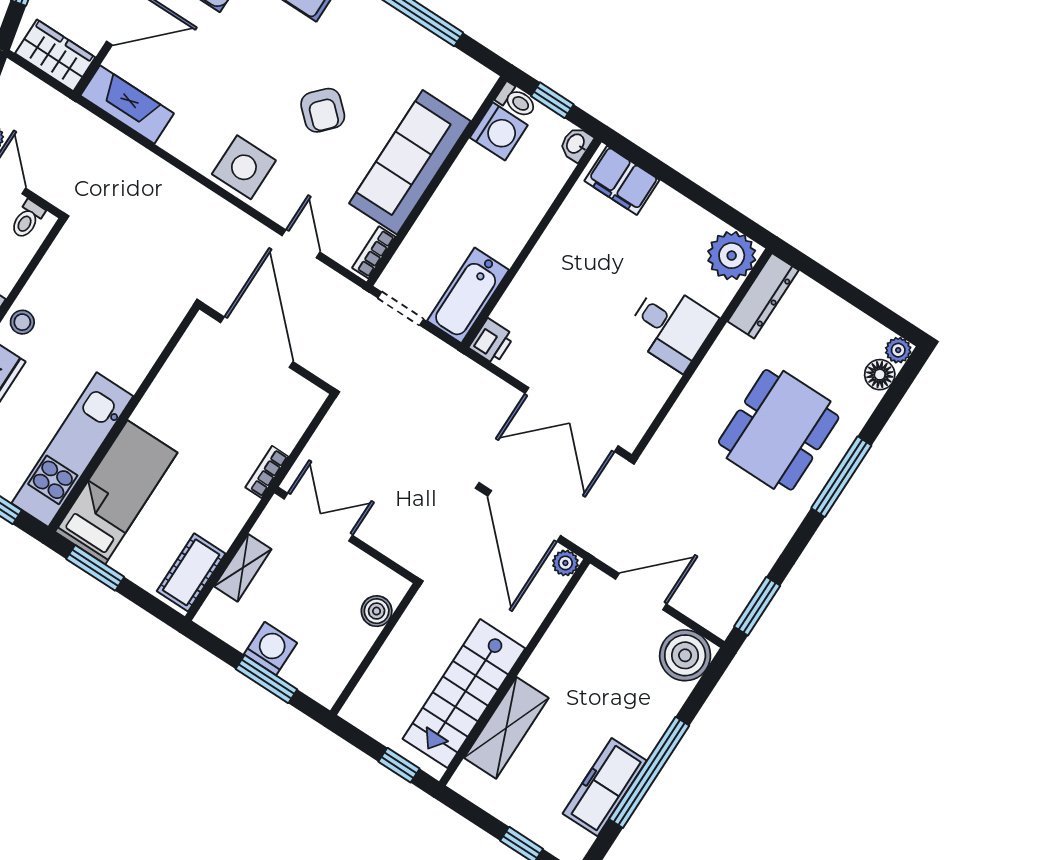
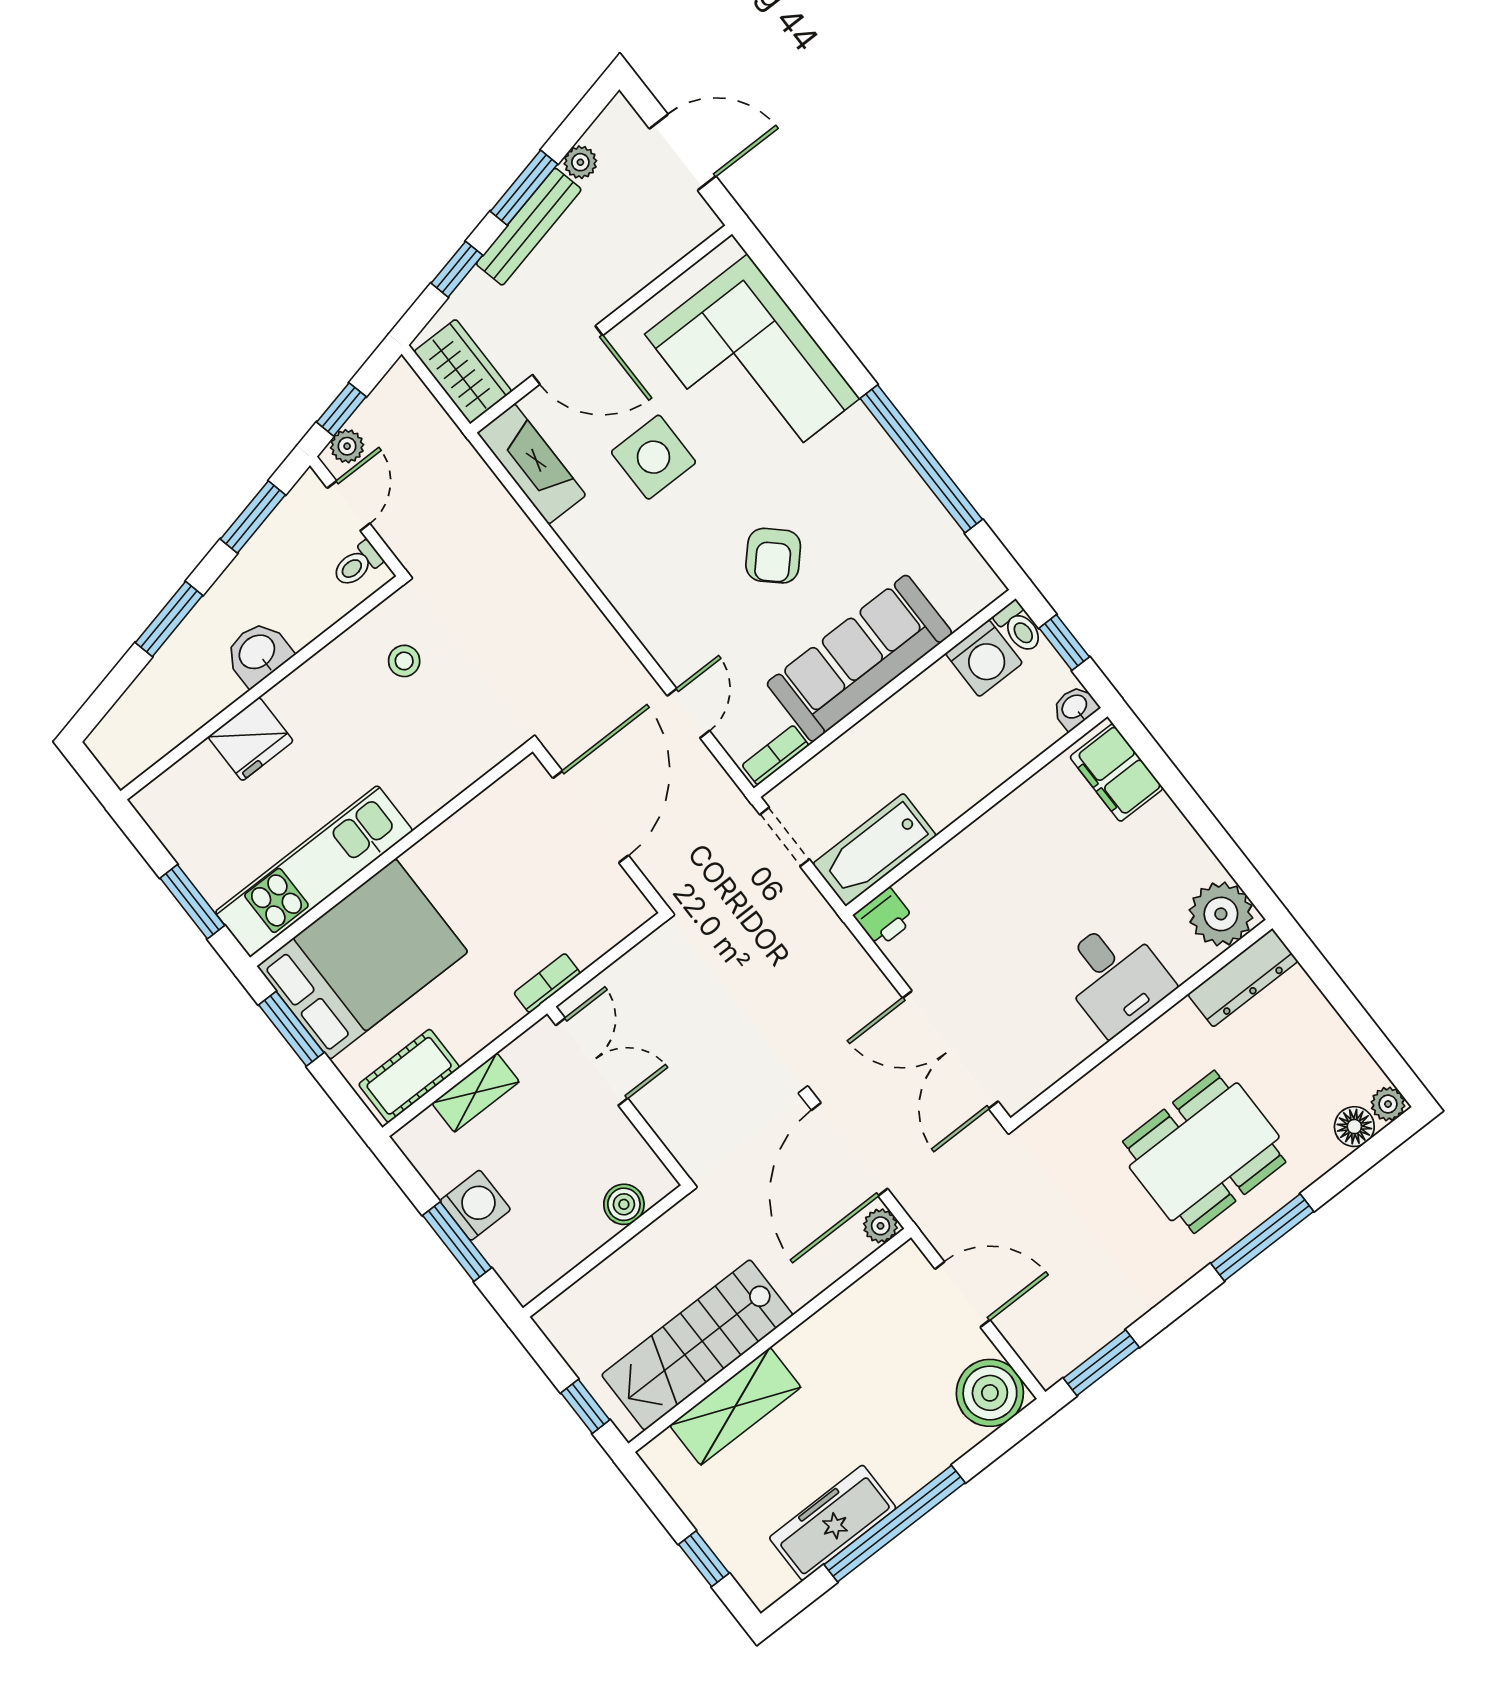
side table: (244, 167) -> (653, 457), moved
stool: (22, 322) -> (404, 661), moved
bed: (116, 492) -> (362, 959), width x1.50

